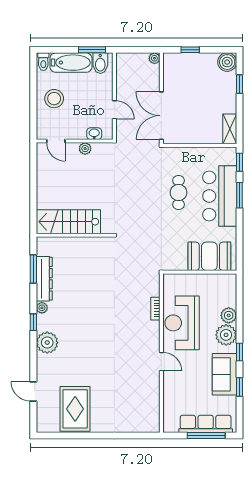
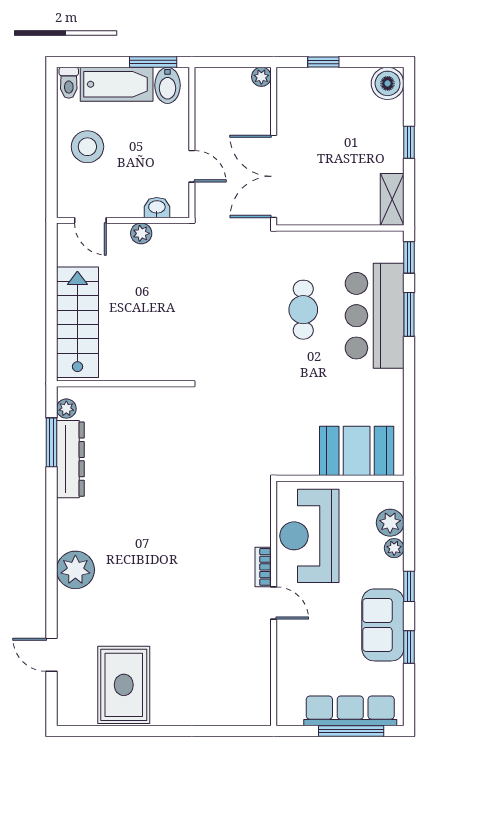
window: (239, 84) -> (409, 142), moved
stairs: (68, 222) -> (77, 322), moved, turned 90
booth: (209, 256) -> (357, 451), moved
wall: (200, 272) -> (340, 478), moved
plant: (42, 308) -> (66, 409), moved
bookcase: (155, 309) -> (263, 567), moved
window: (33, 322) -> (51, 535), removed
plant: (226, 335) -> (394, 548), width x0.53, depth x0.53

